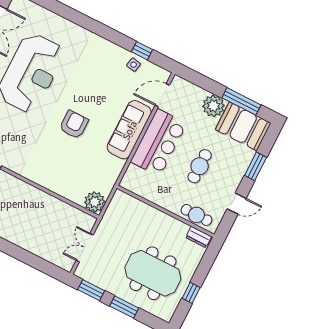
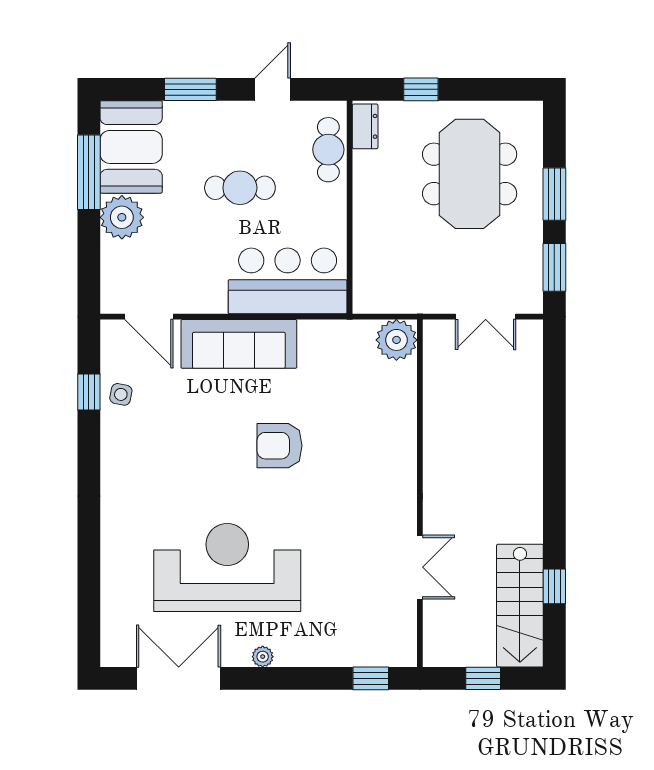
bar counter: (159, 143) -> (288, 281), moved
door: (237, 204) -> (273, 89), hinge flipped
window: (191, 293) -> (421, 89), moved

